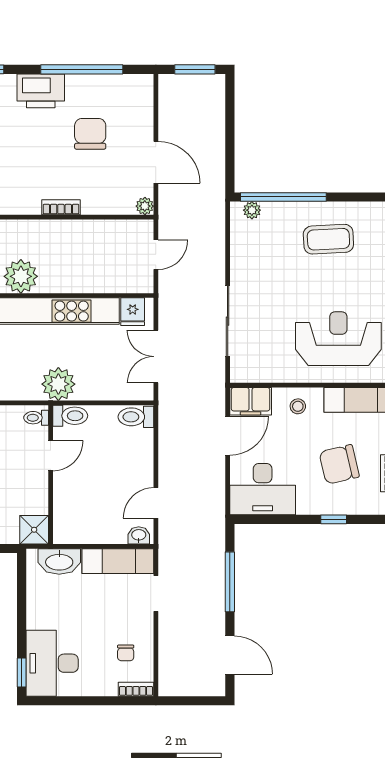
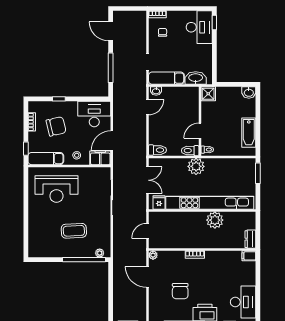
coffee table: (328, 239) -> (74, 231), moved

